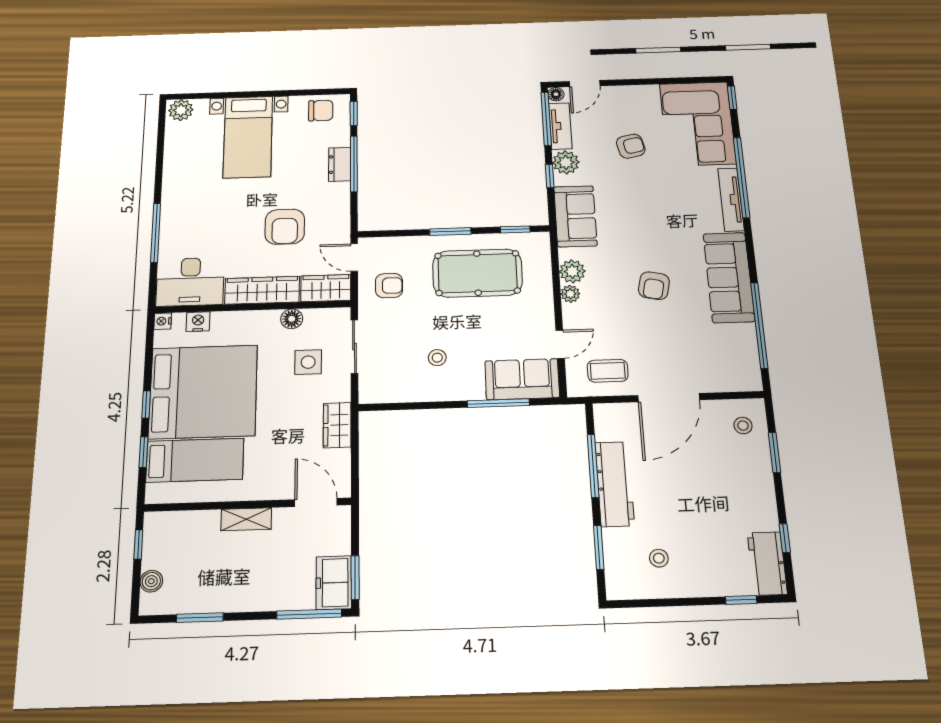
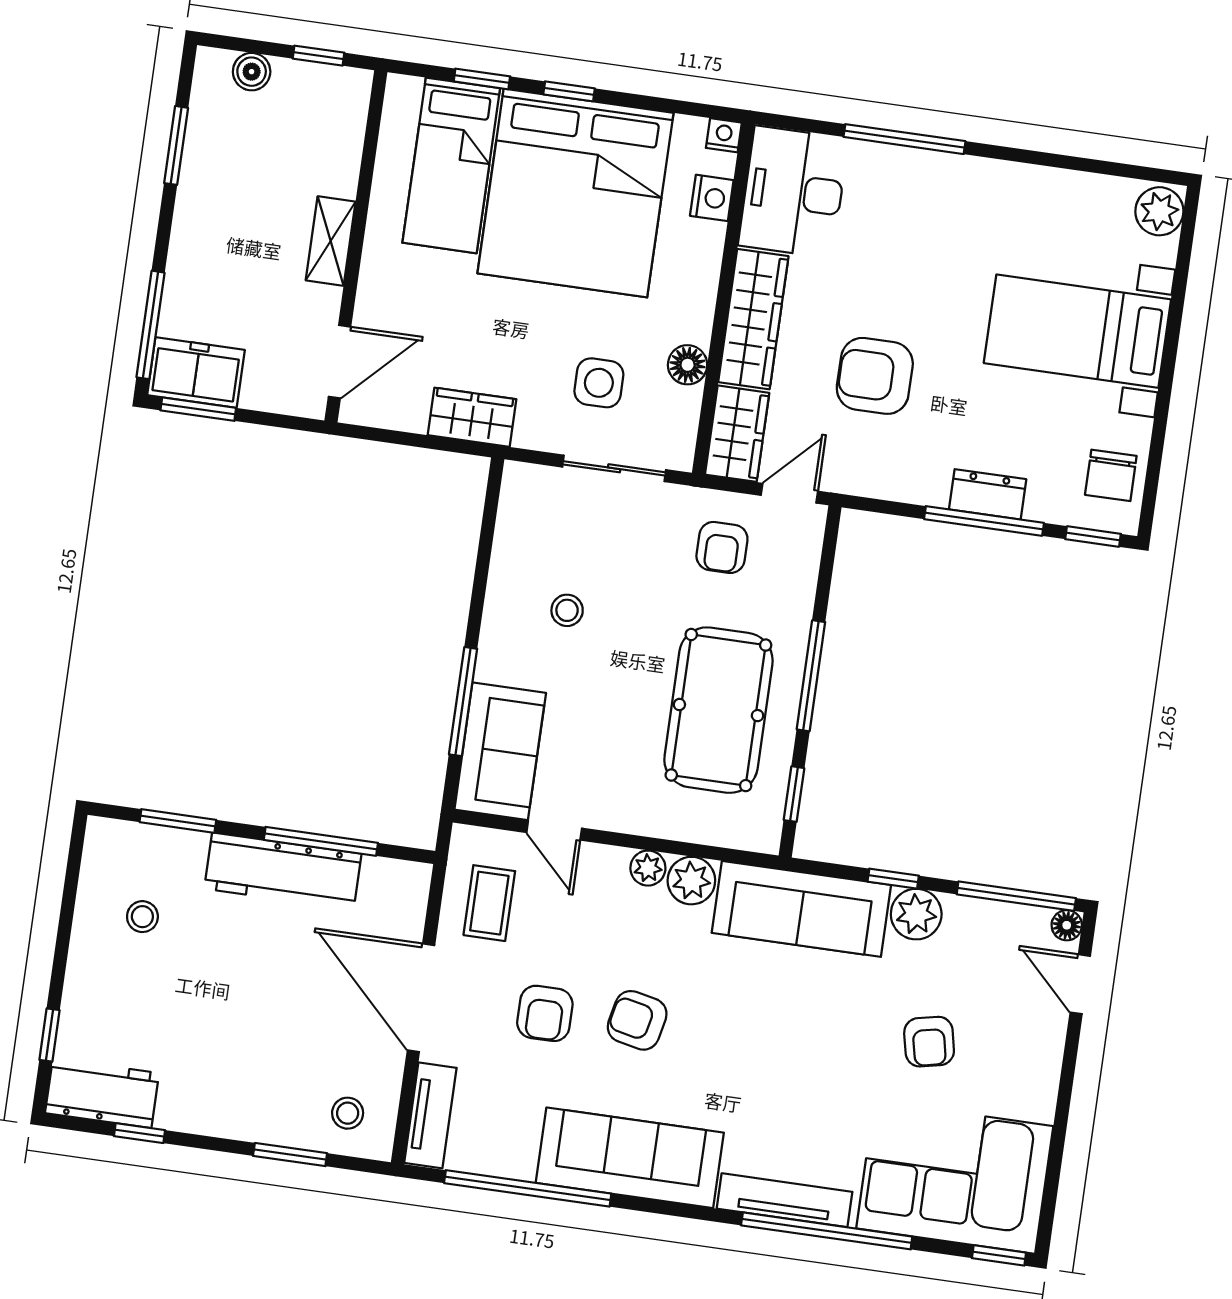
tv unit: (560, 126) -> (430, 1115), moved, turned -90
sofa: (575, 216) -> (801, 909), width x1.36
window: (450, 232) -> (811, 676), width x1.44
armchair: (662, 332) -> (545, 1013), added

